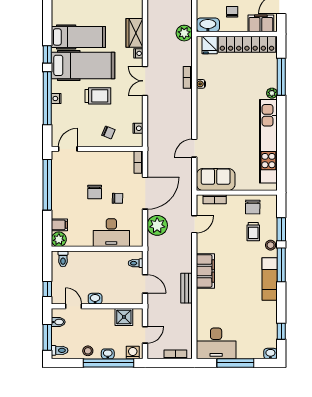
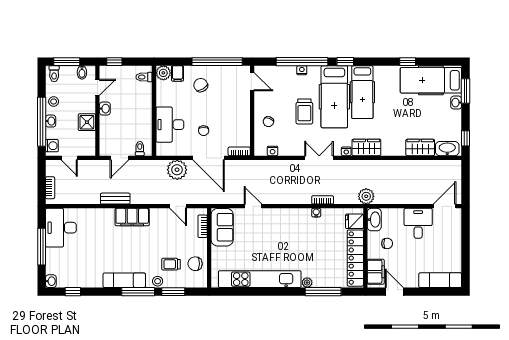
chair: (95, 192) -> (201, 85), moved, turned 59
shower: (124, 317) -> (87, 122), moved

